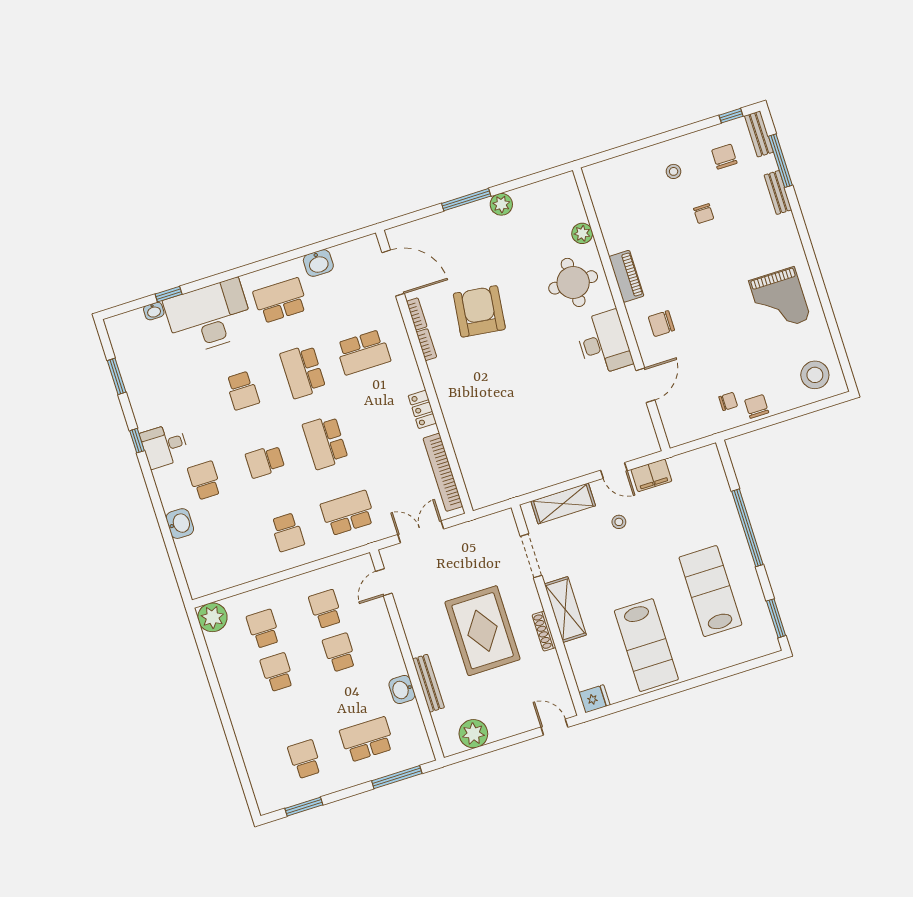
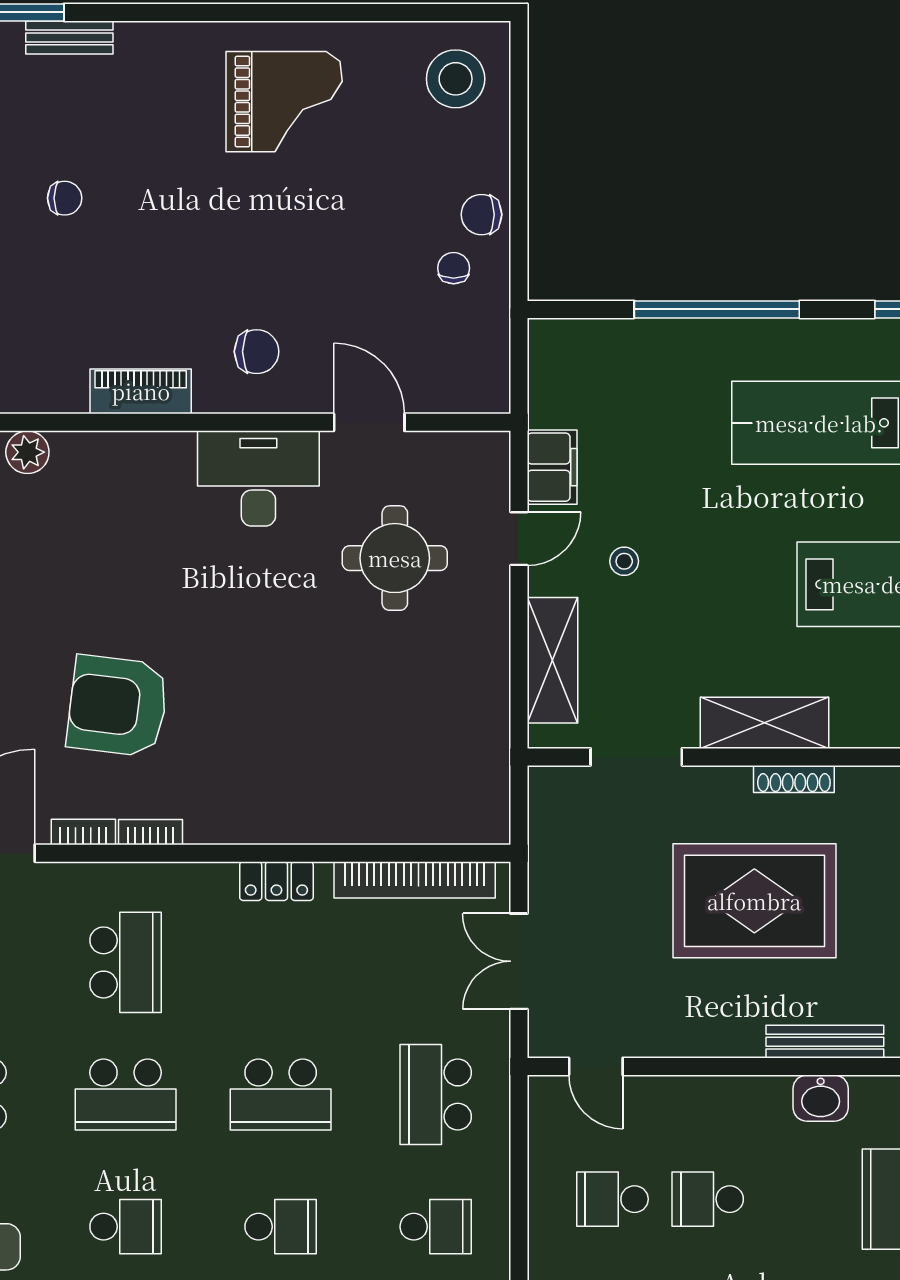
round table: (573, 282) -> (395, 558), moved
chair: (661, 324) -> (257, 352), turned -90
school desk: (265, 461) -> (281, 1227), turned -90

